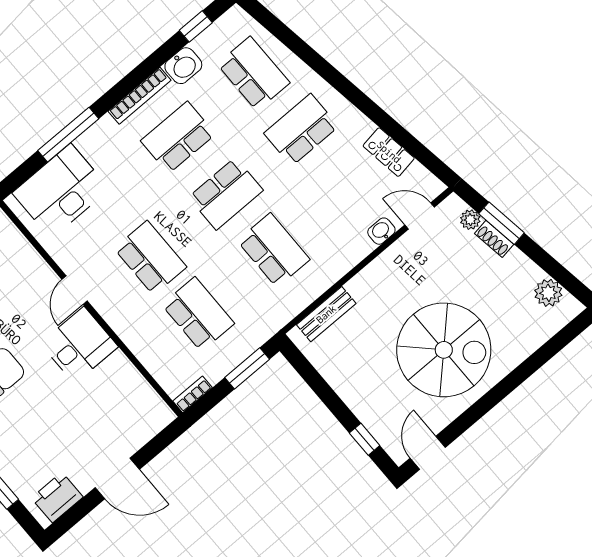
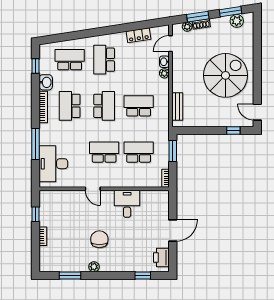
plant: (362, 247) -> (164, 73), added
window: (555, 270) -> (231, 12), added
desk: (79, 345) -> (127, 204), moved

